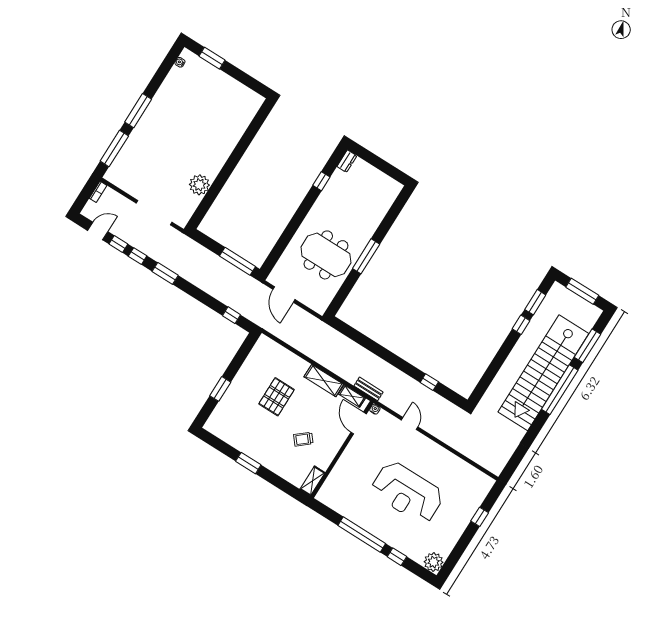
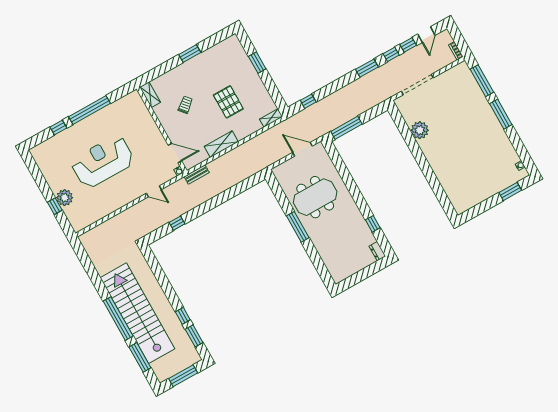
shelving: (352, 396) -> (271, 118), moved
plant: (434, 562) -> (65, 198), moved

